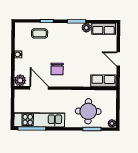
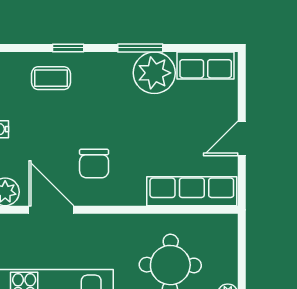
plant: (86, 28) -> (154, 73), width x1.88, depth x1.88
door: (118, 59) -> (242, 138), hinge flipped
row of seats: (103, 81) -> (192, 191), width x1.48

